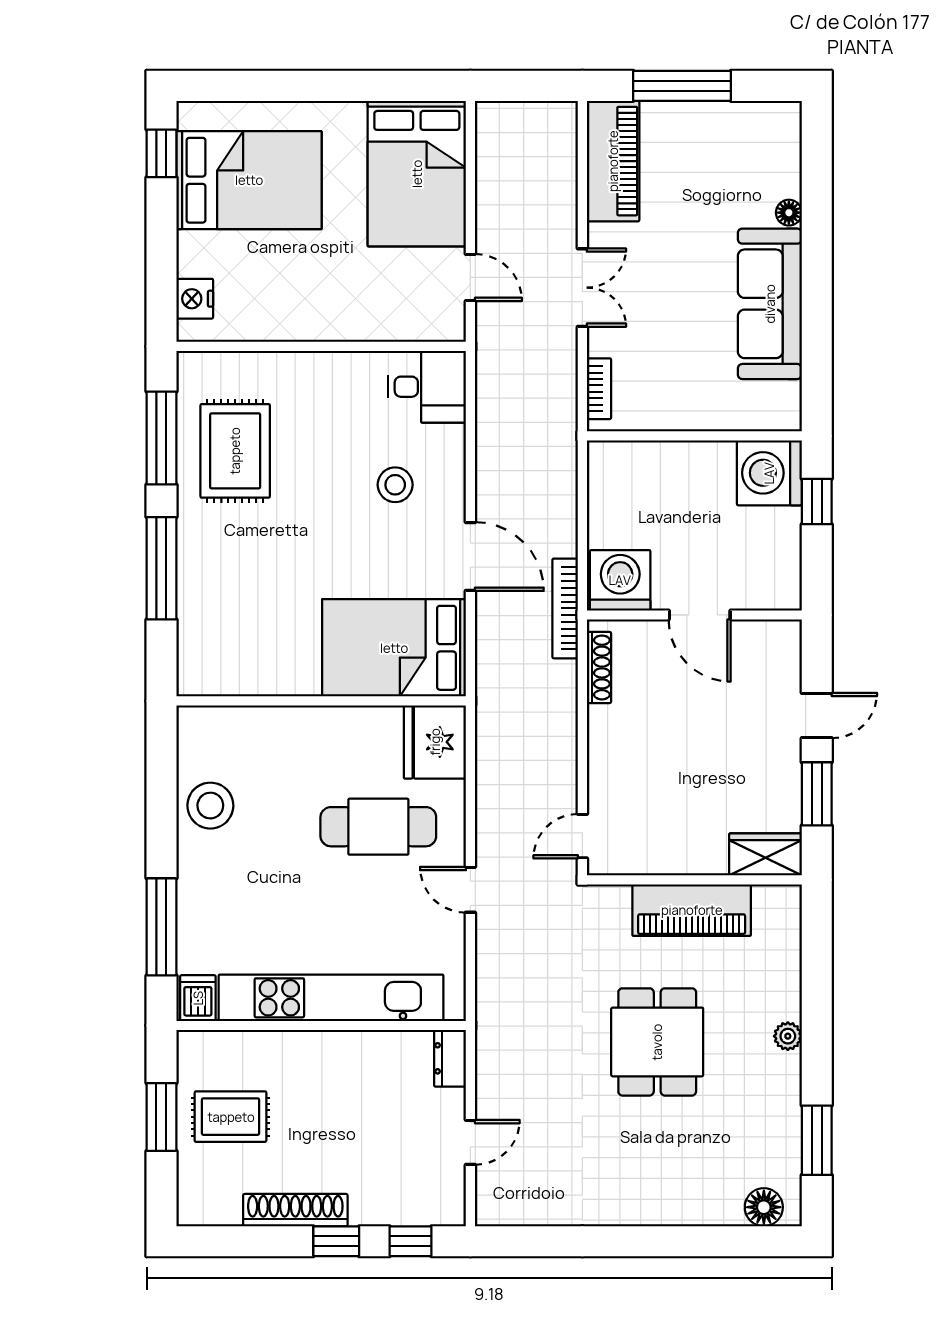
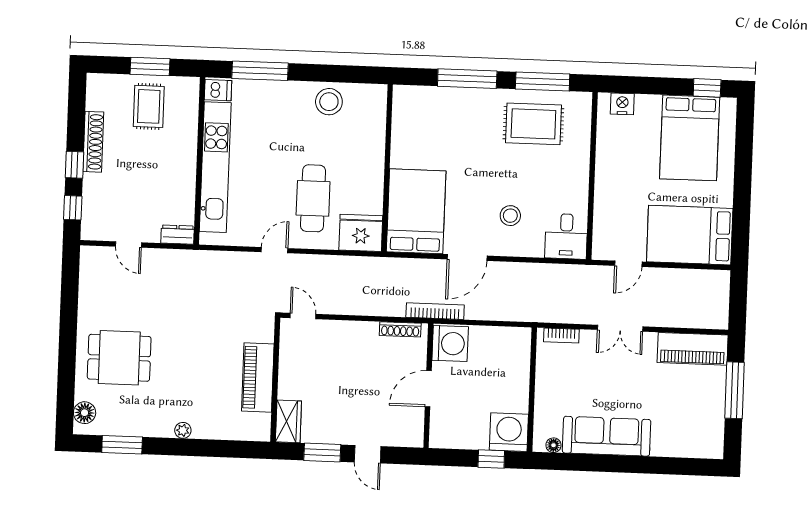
floor lamp: (789, 213) -> (553, 445), moved
dining table: (657, 1042) -> (119, 358), moved

